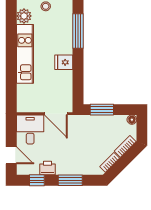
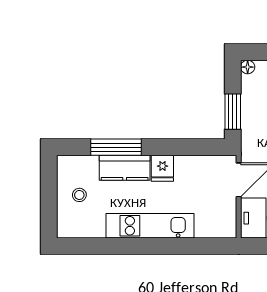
plant: (24, 16) -> (94, 227), removed
kitchen counter: (64, 37) -> (125, 168), added

